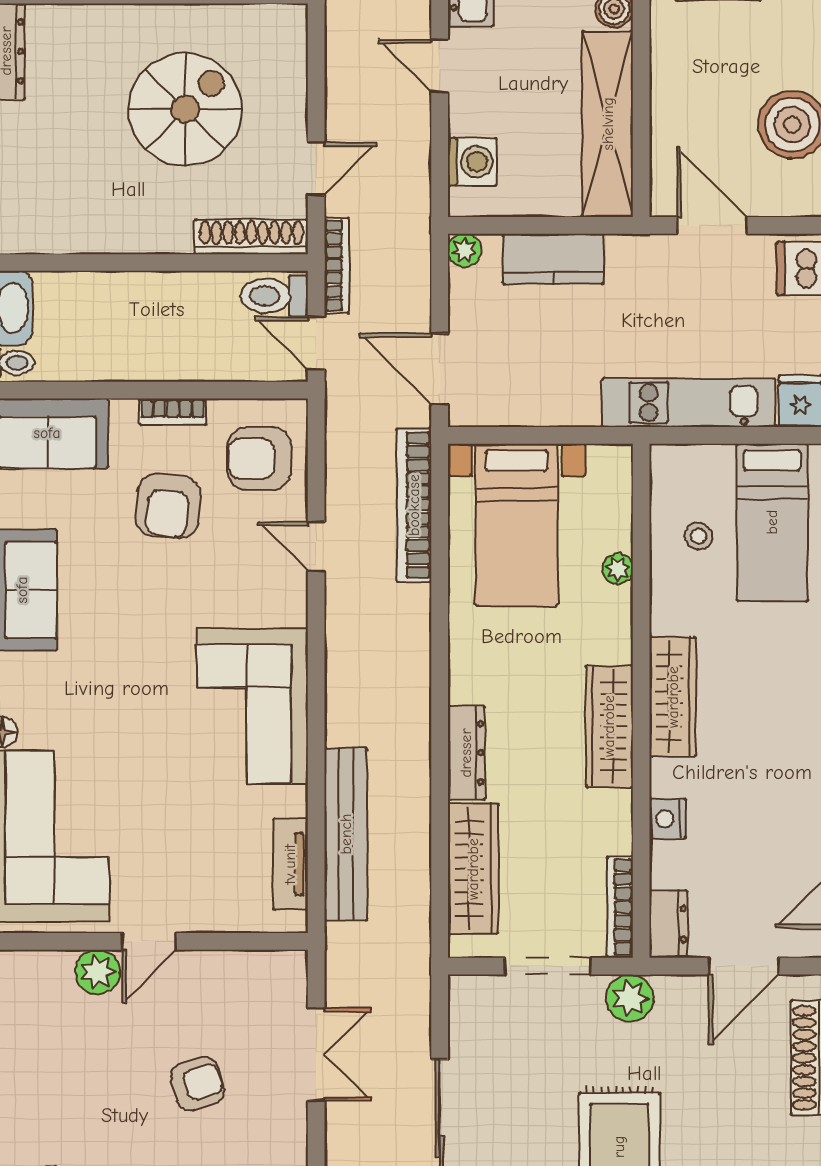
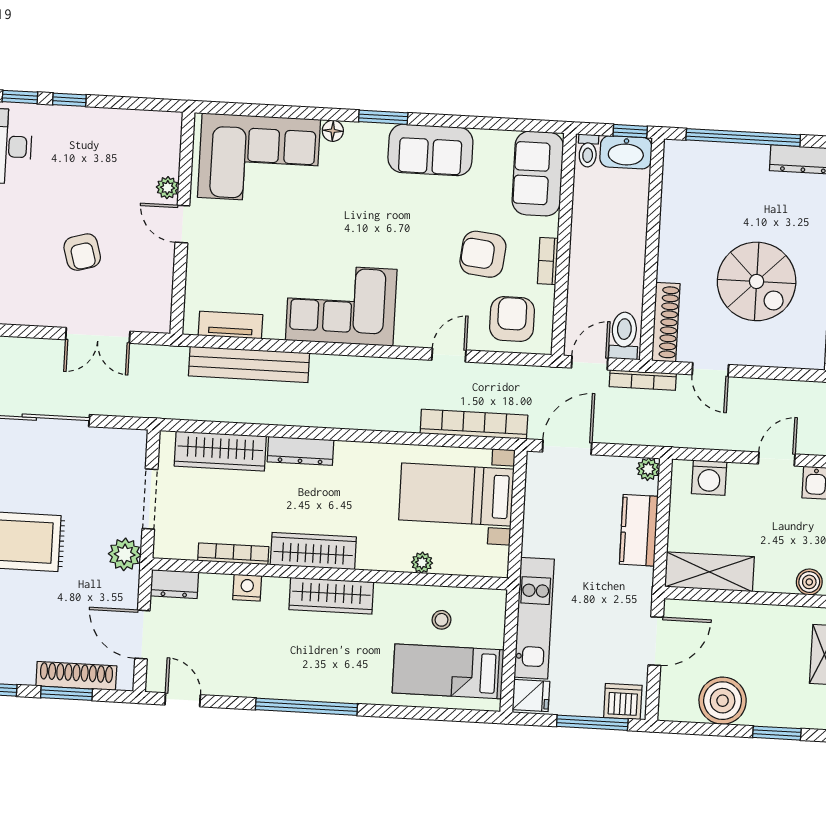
shelving: (608, 124) -> (709, 572), width x0.68
bookcase: (620, 907) -> (233, 554), moved
plant: (98, 972) -> (167, 188), width x0.73, depth x0.73

